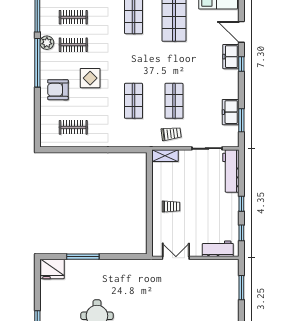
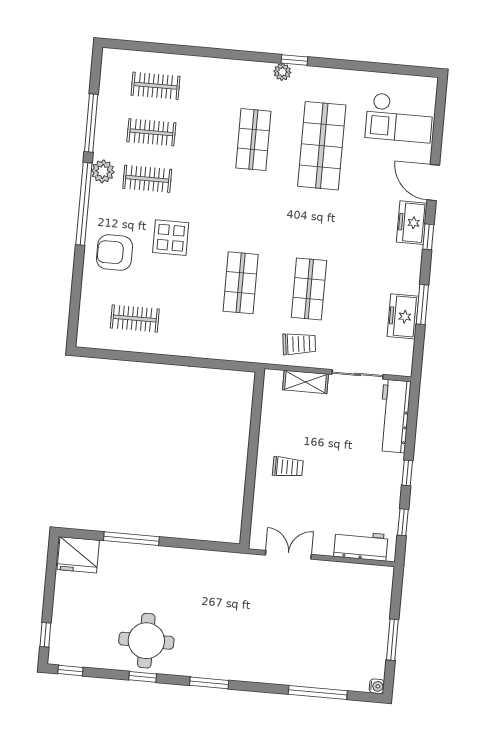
window: (241, 120) -> (422, 304), moved
shelving: (165, 156) -> (306, 382), moved
window: (241, 288) -> (392, 640), moved

